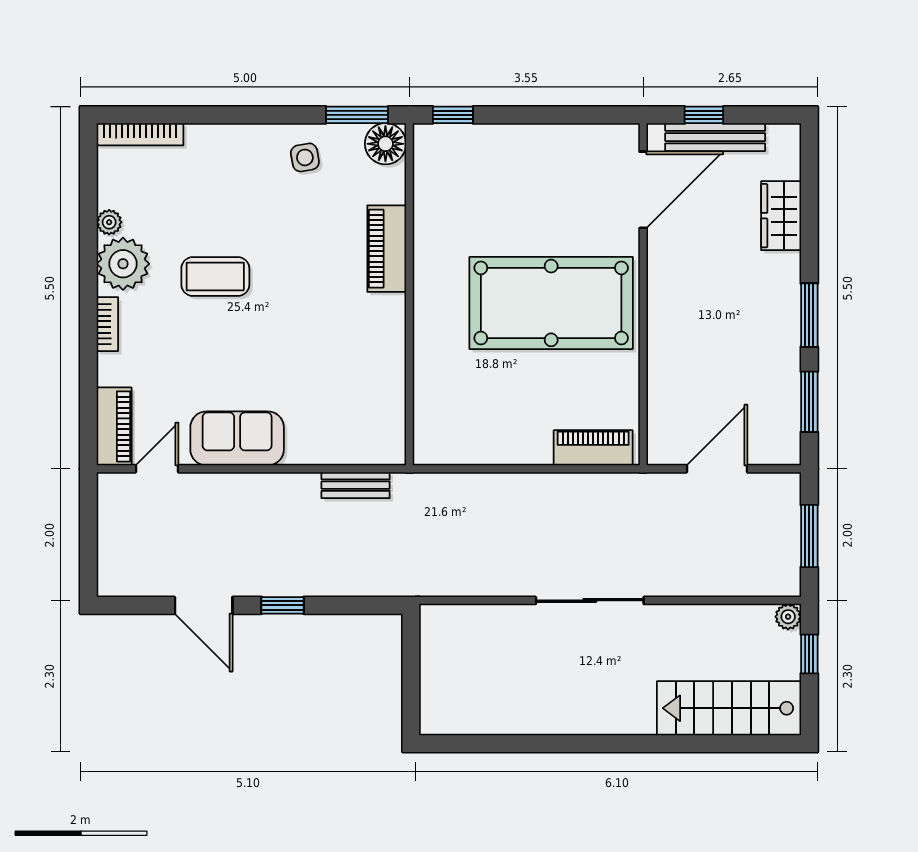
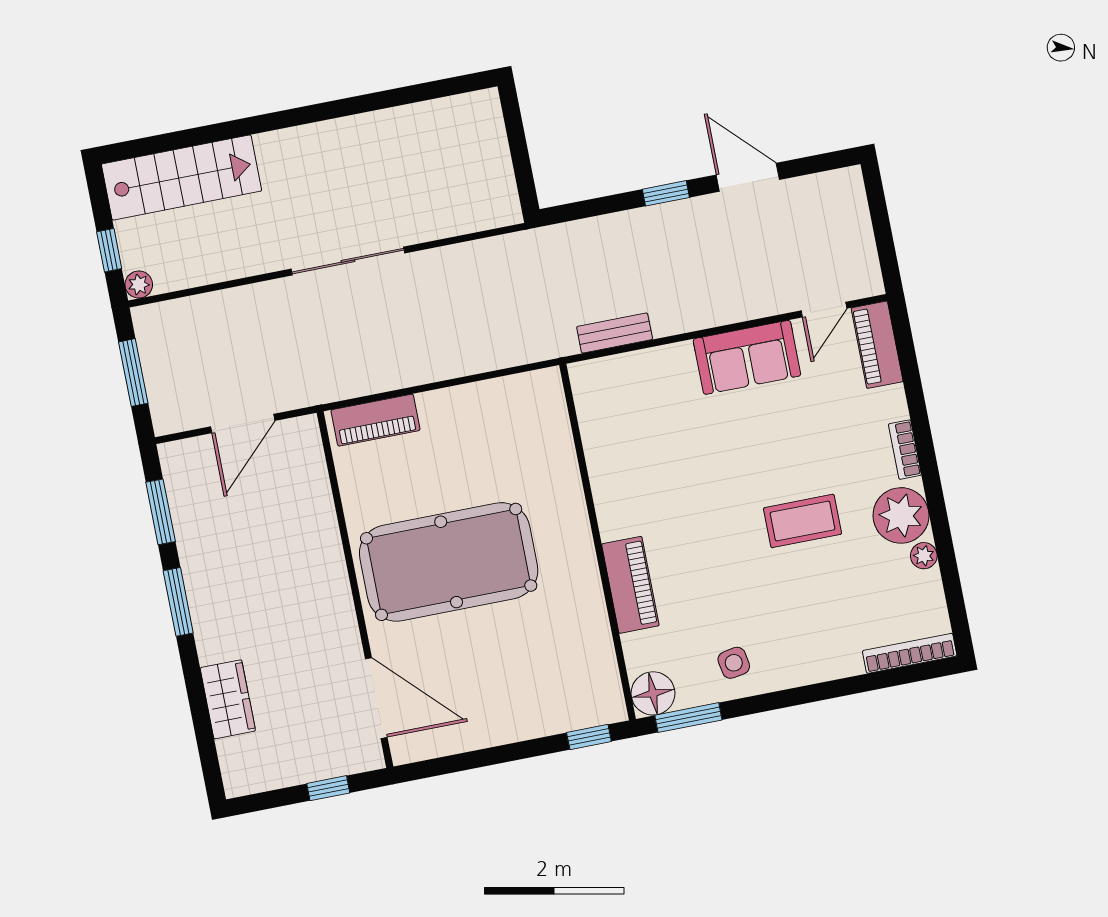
bench: (715, 137) -> (312, 767), removed
door: (643, 190) -> (376, 698), swing flipped

